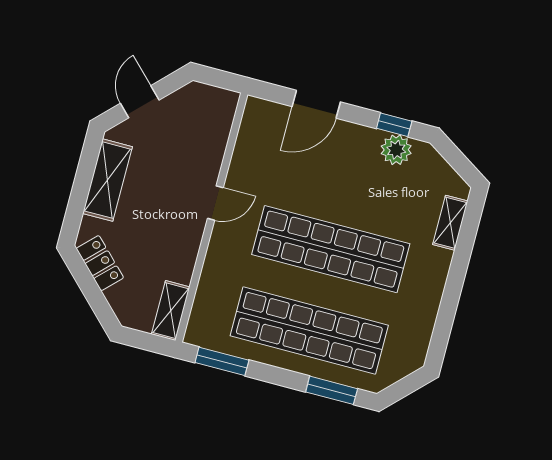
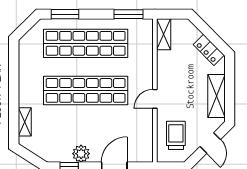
trolley: (195, 131) -> (176, 135), added
plant: (396, 150) -> (81, 154), moved

